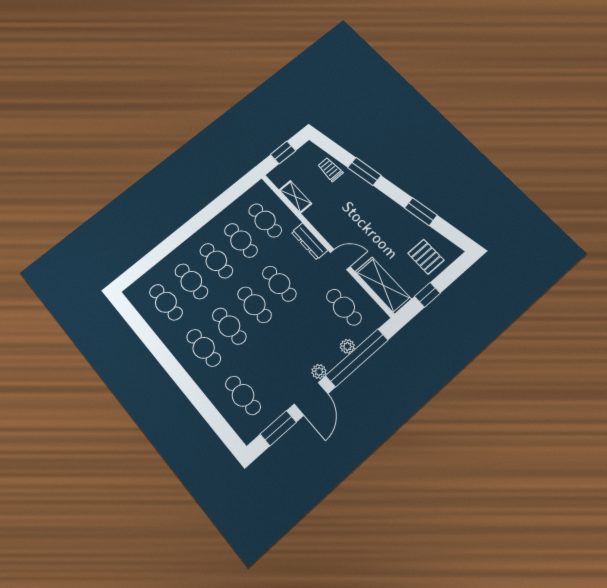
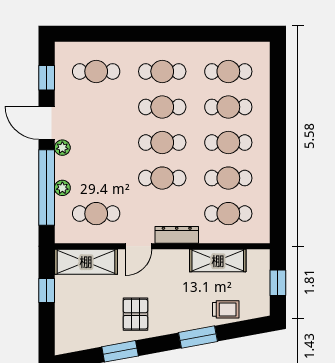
shelving: (295, 197) -> (218, 261), width x1.50, depth x1.33
pallet: (426, 257) -> (135, 314), moved, turned 90
window: (278, 428) -> (47, 78), width x0.67

